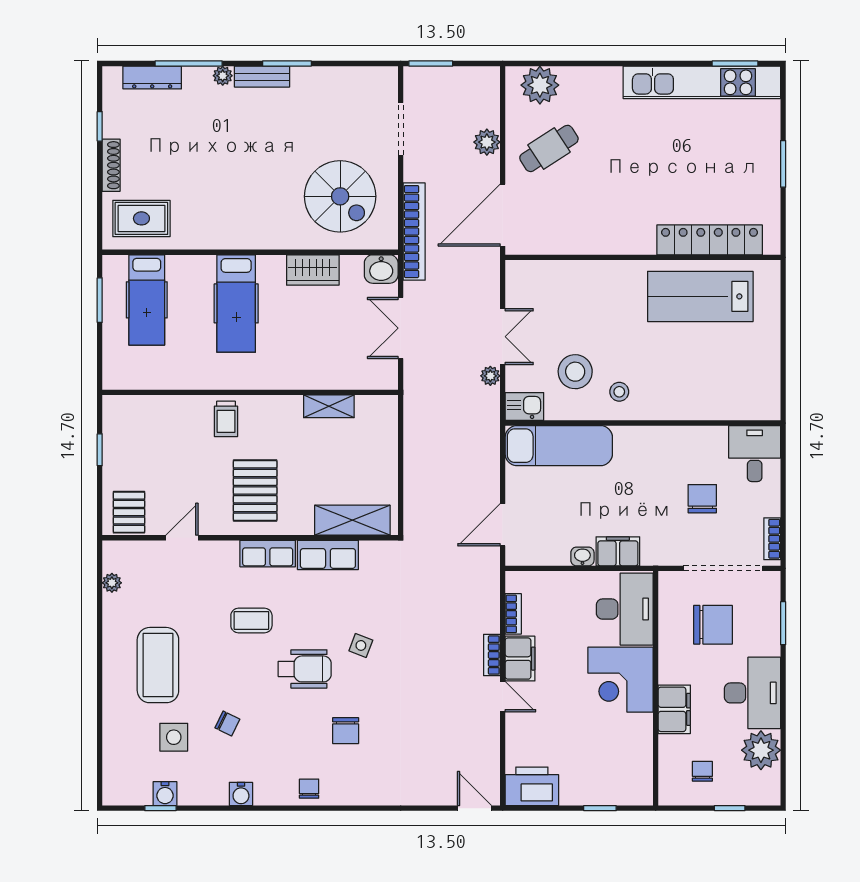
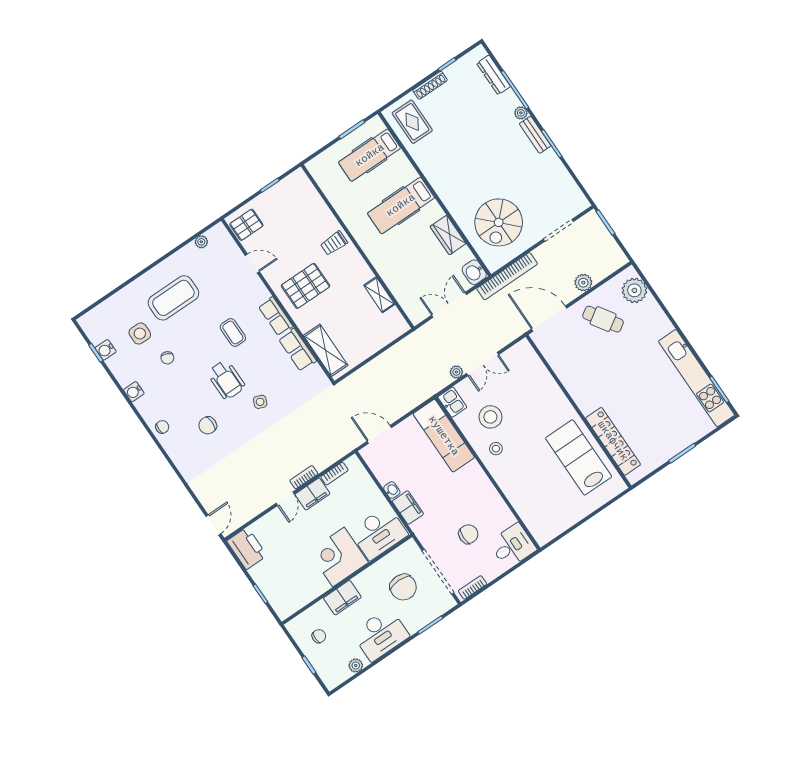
plant: (761, 750) -> (356, 665), width x0.53, depth x0.53

